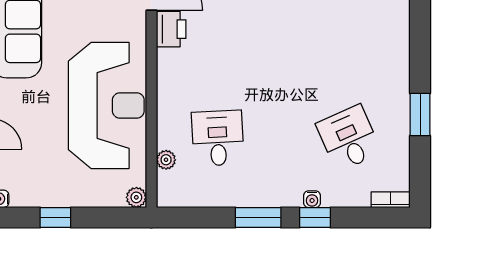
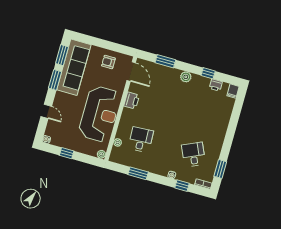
printer: (171, 29) -> (132, 100), moved
window: (420, 115) -> (220, 169), moved
window: (258, 217) -> (138, 173), moved
window: (315, 217) -> (182, 186), moved

